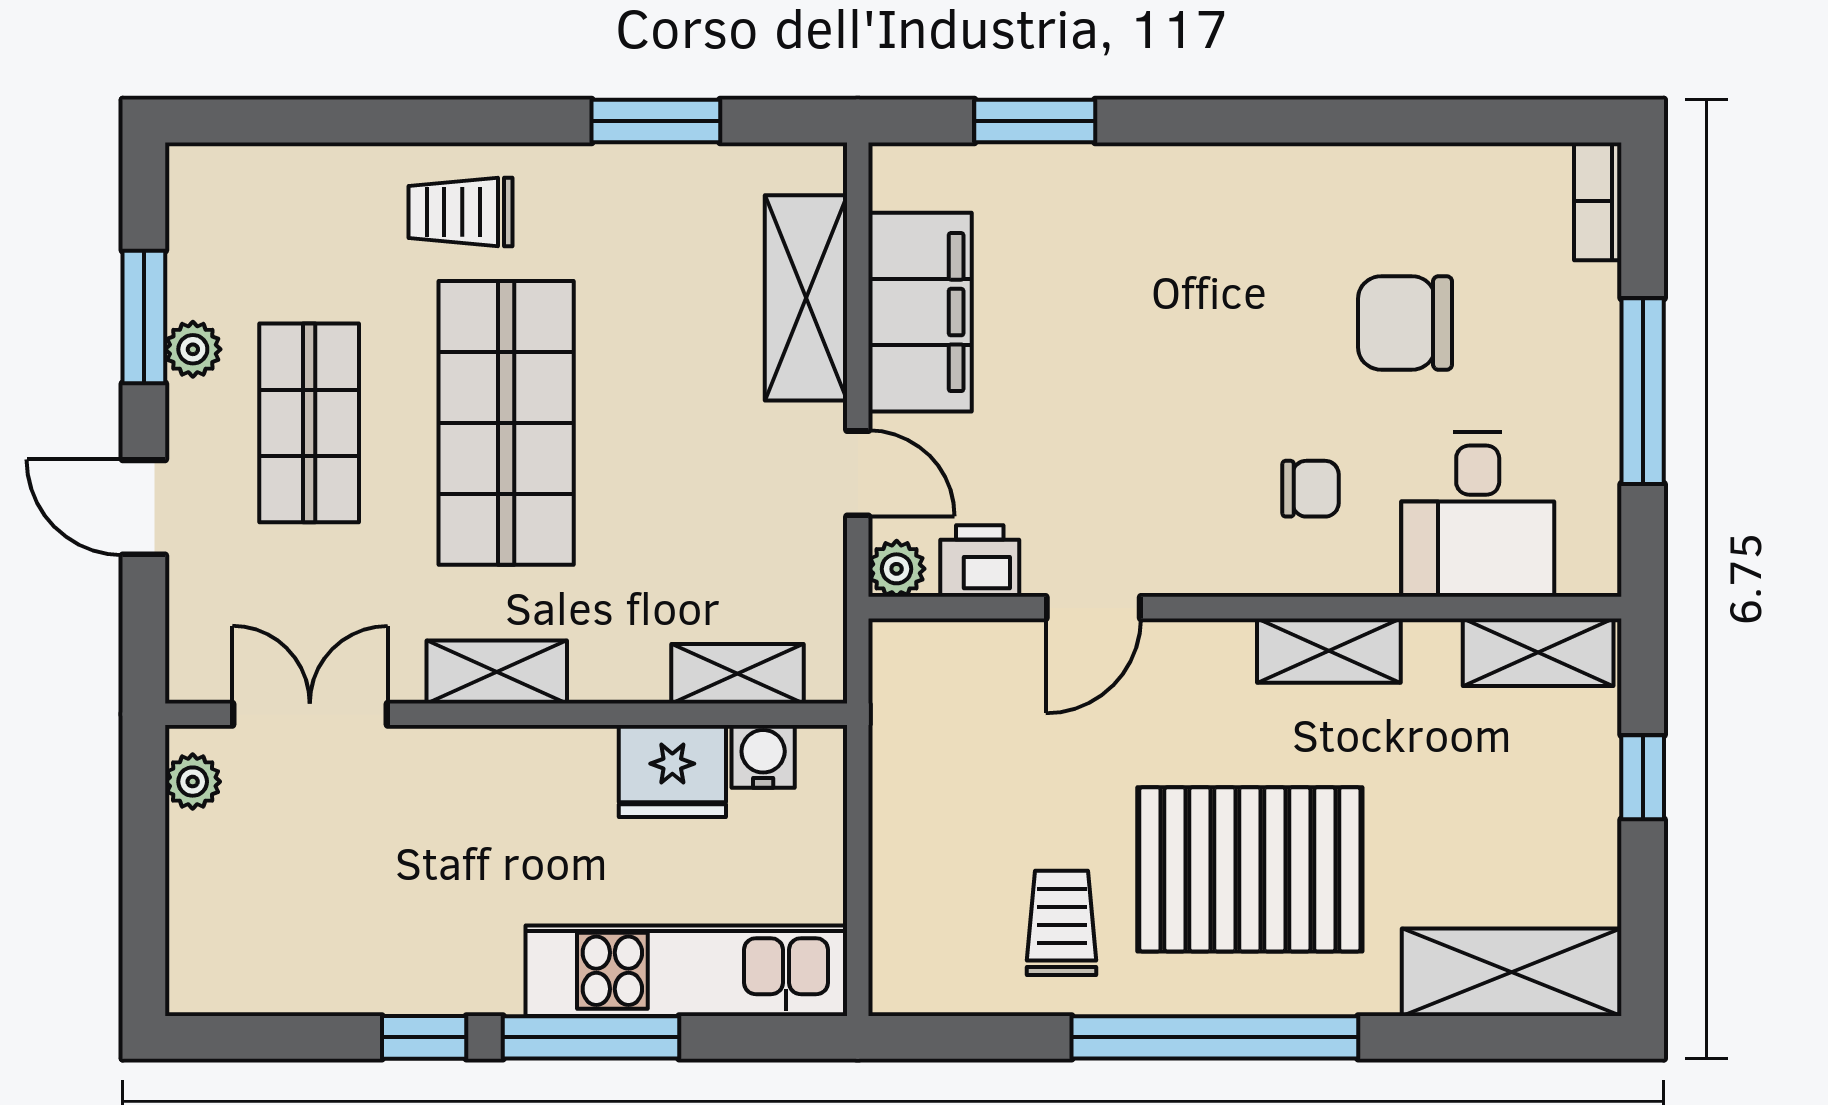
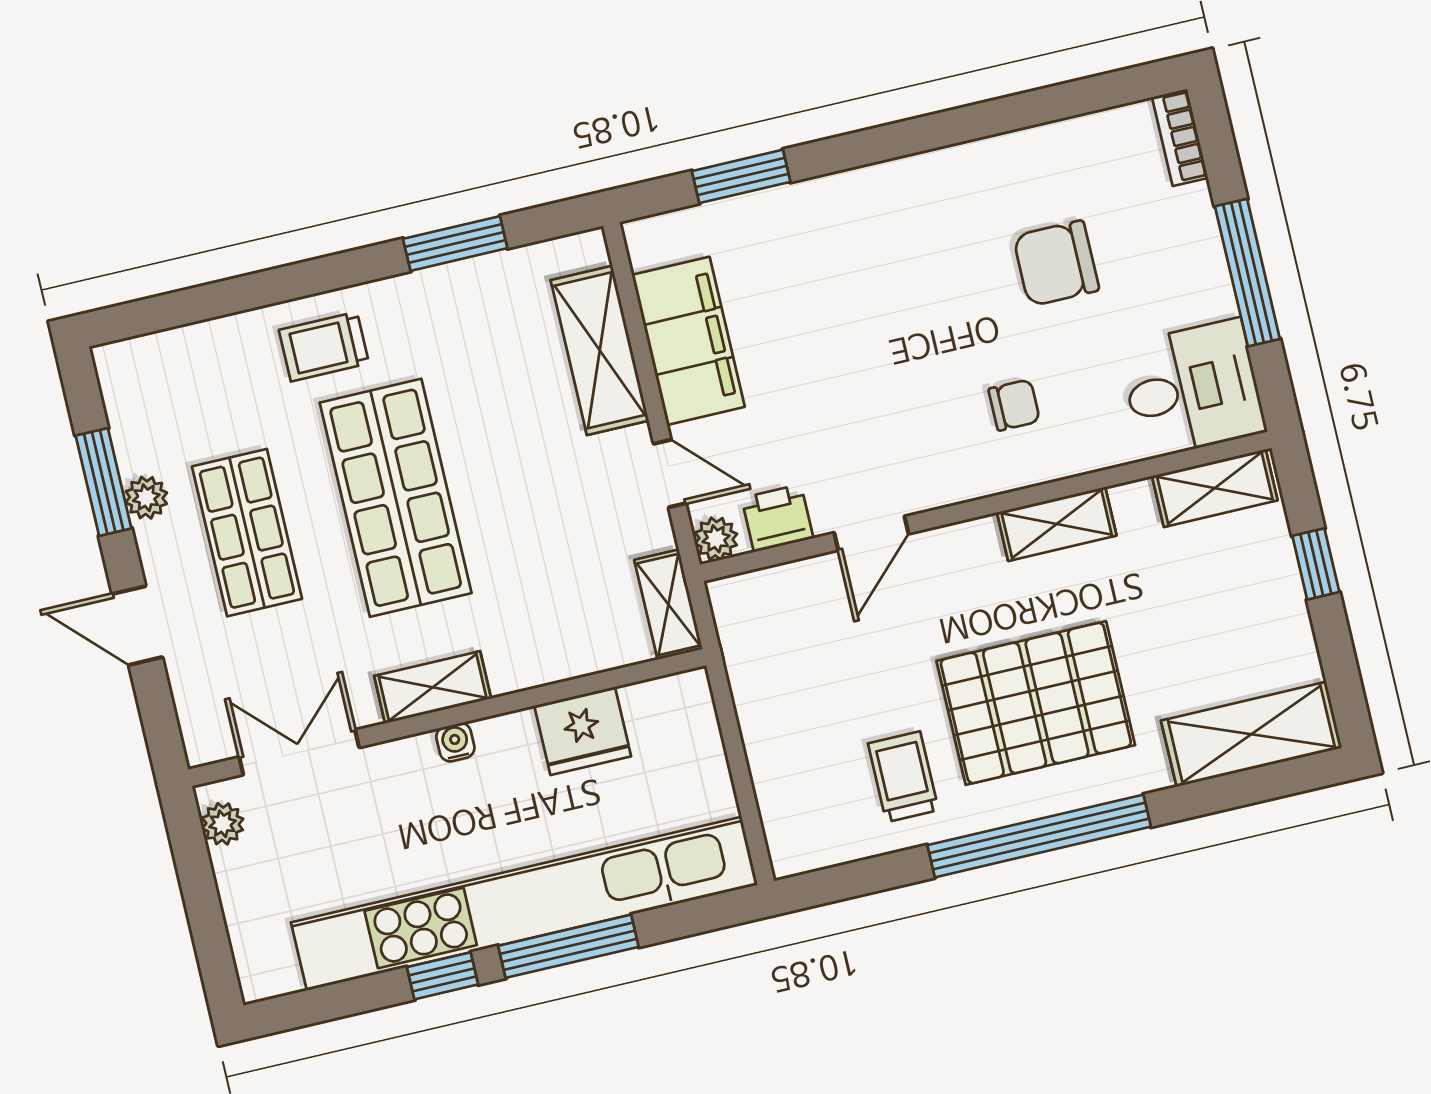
desk: (1478, 515) -> (1192, 389), moved, turned -90
shelving: (738, 674) -> (668, 604), moved, turned 90
water cooler: (763, 756) -> (455, 742), moved, width x0.72, depth x0.72
kitchen unit: (686, 971) -> (524, 904), width x1.86

